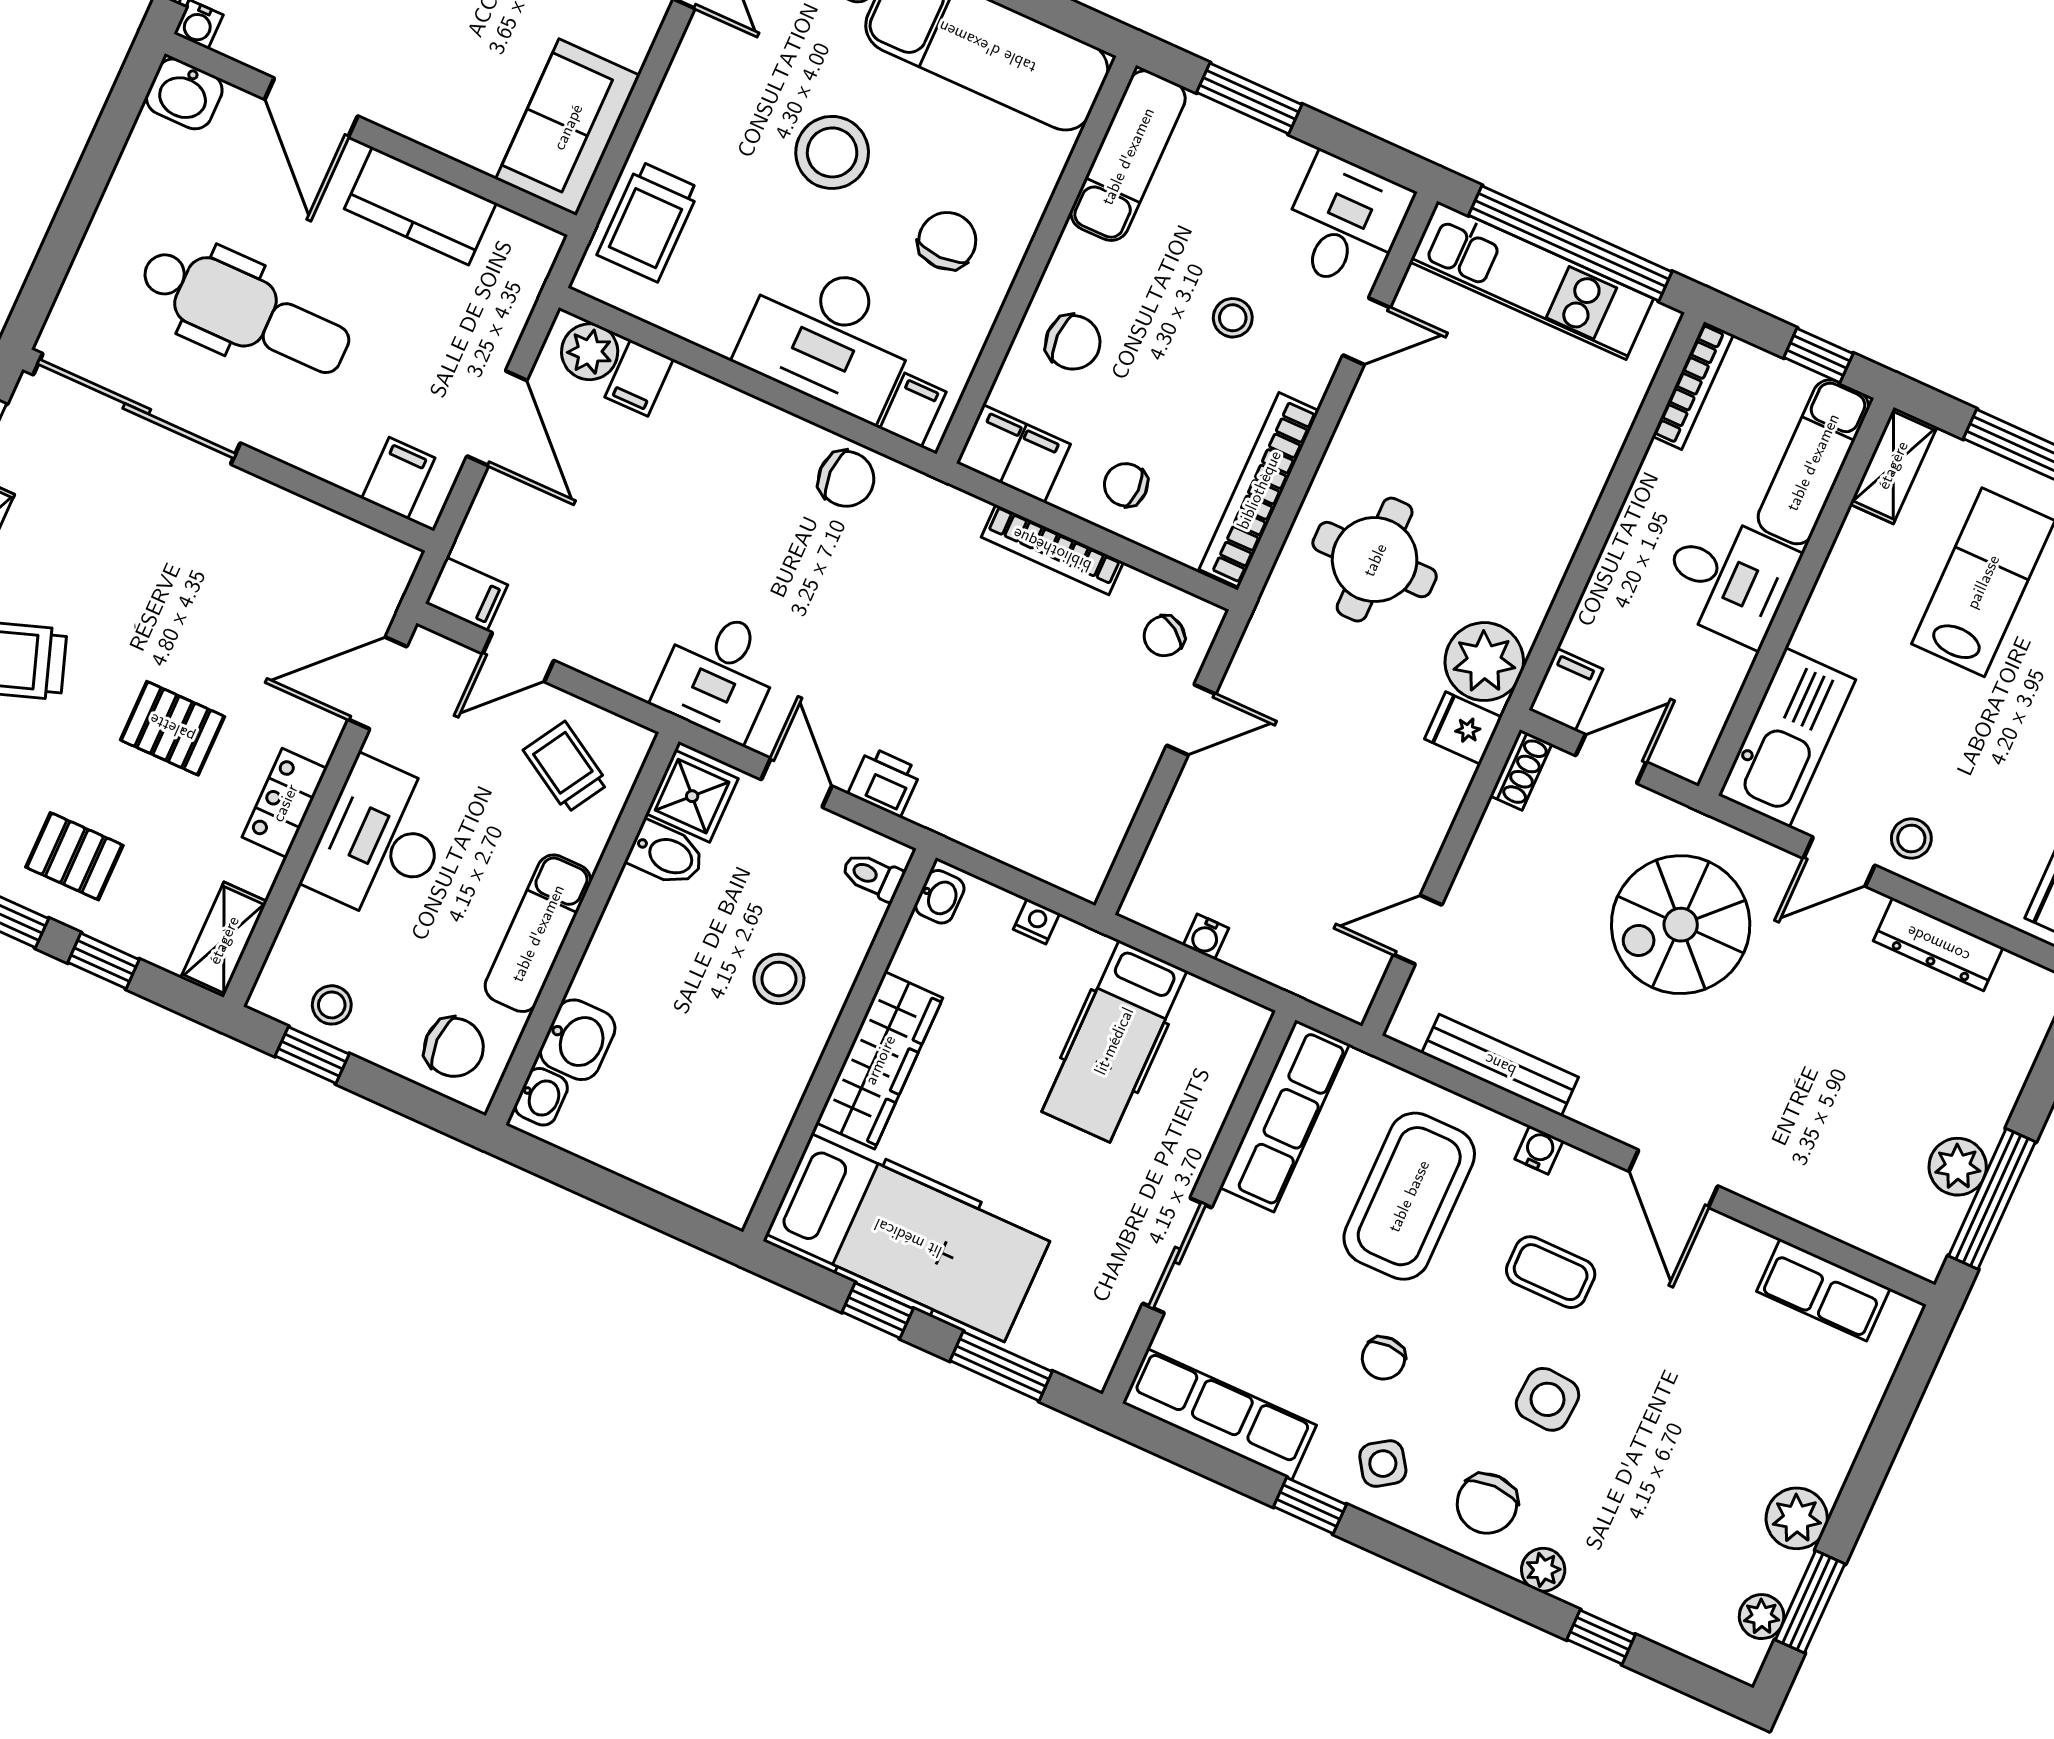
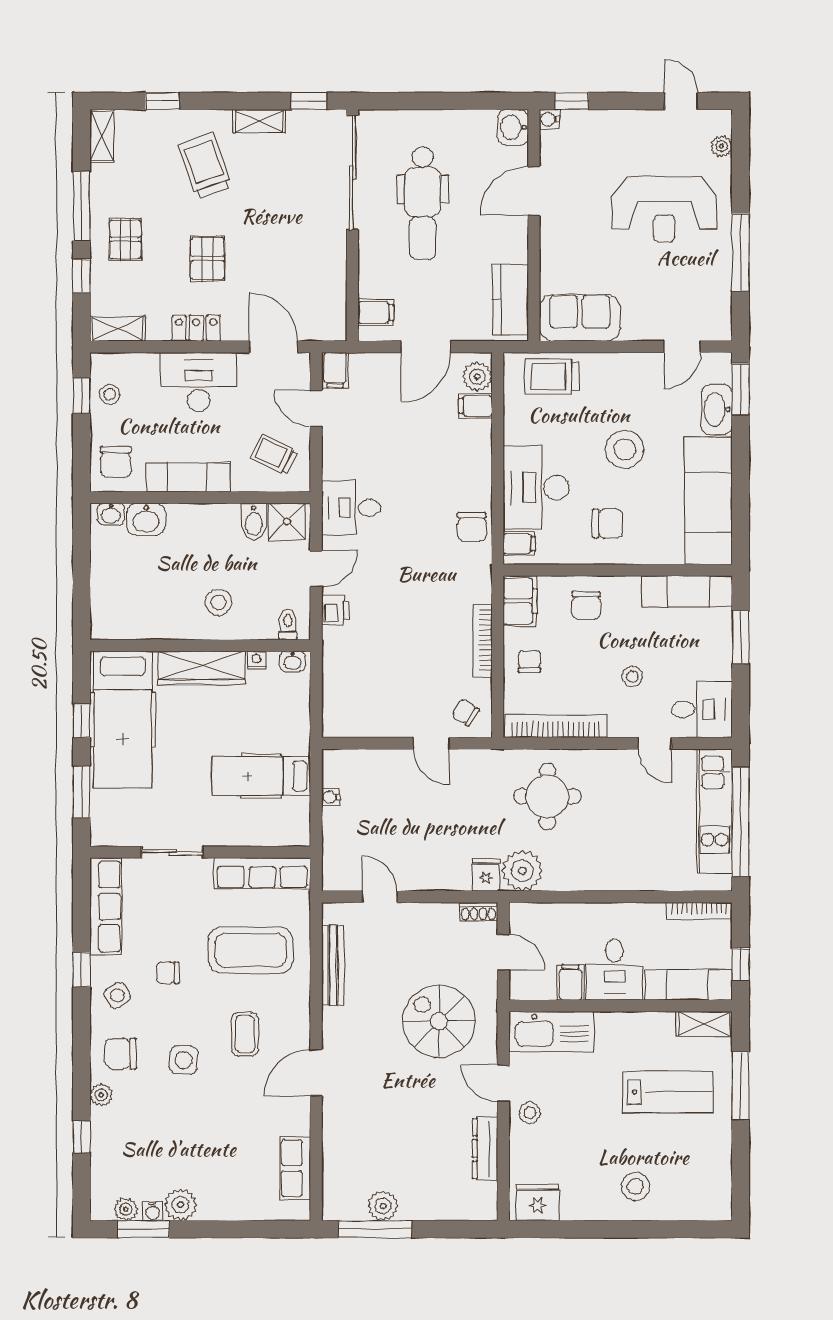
kitchen counter: (420, 206) -> (510, 300), moved
filing cabinet: (1566, 689) -> (571, 982), moved, turned -90
trolley: (566, 767) -> (274, 455), turned -95
nightstand: (1036, 921) -> (257, 660), moved, turned -90
water cooler: (1539, 1150) -> (153, 1211), moved, turned 90

